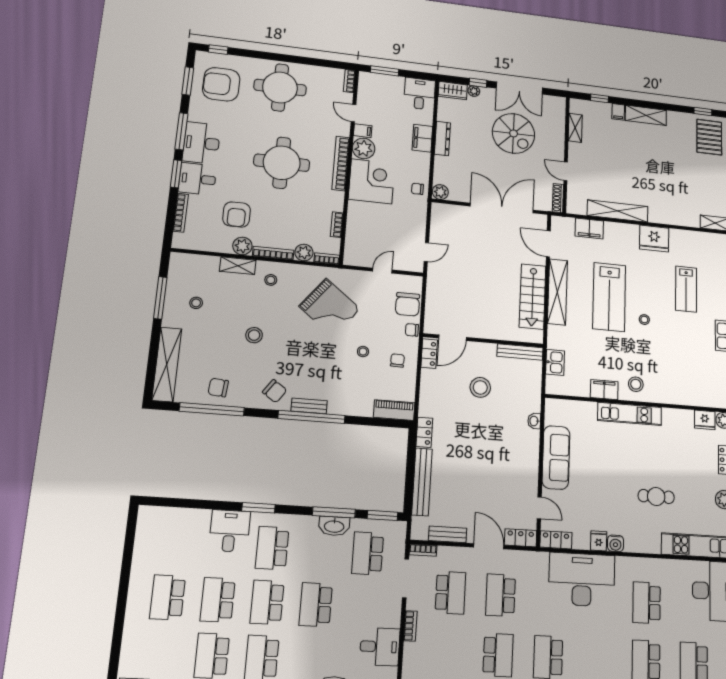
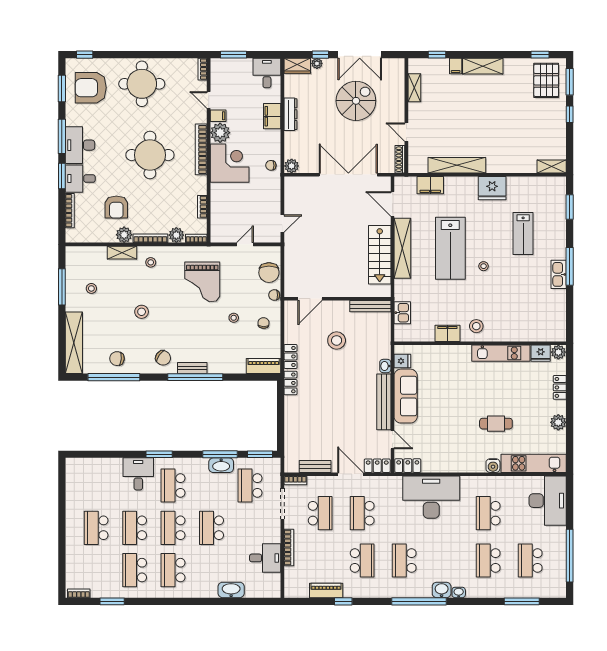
spiral stairs: (514, 133) -> (356, 101), turned -90
grand piano: (330, 308) -> (202, 282), turned 52
locker: (429, 354) -> (291, 356), moved
kitchen unit: (630, 414) -> (501, 353), moved
bench: (422, 482) -> (384, 402), moved
fridge: (599, 541) -> (402, 361), moved, turned 90
water cooler: (615, 543) -> (493, 466), moved
bookcase: (410, 626) -> (289, 547), width x1.56

